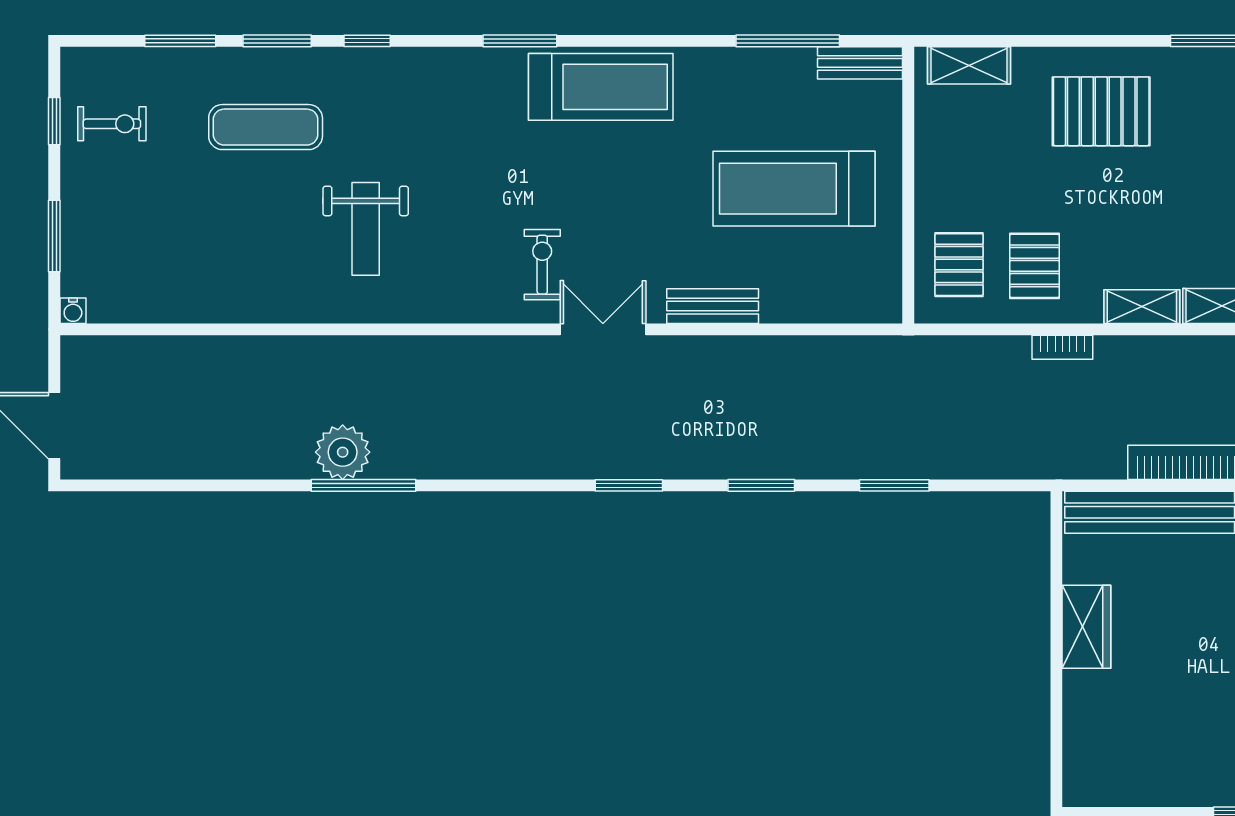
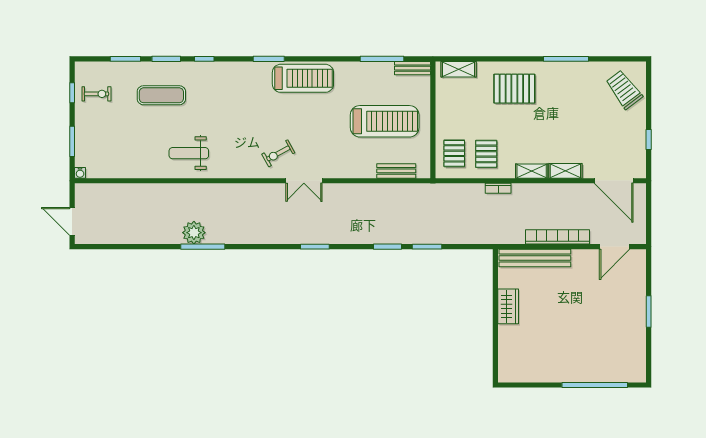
treadmill: (794, 189) -> (385, 121), turned 180
weight bench: (366, 229) -> (189, 153), moved, turned 90
exercise bike: (542, 265) -> (278, 153), turned -119
bench: (713, 306) -> (396, 171), moved
double door: (603, 329) -> (304, 181), swing flipped
window: (761, 485) -> (387, 247), moved

